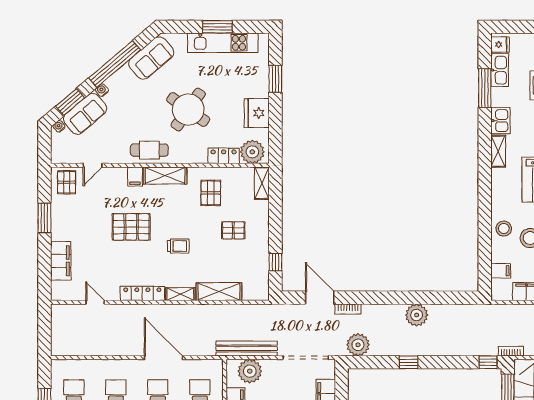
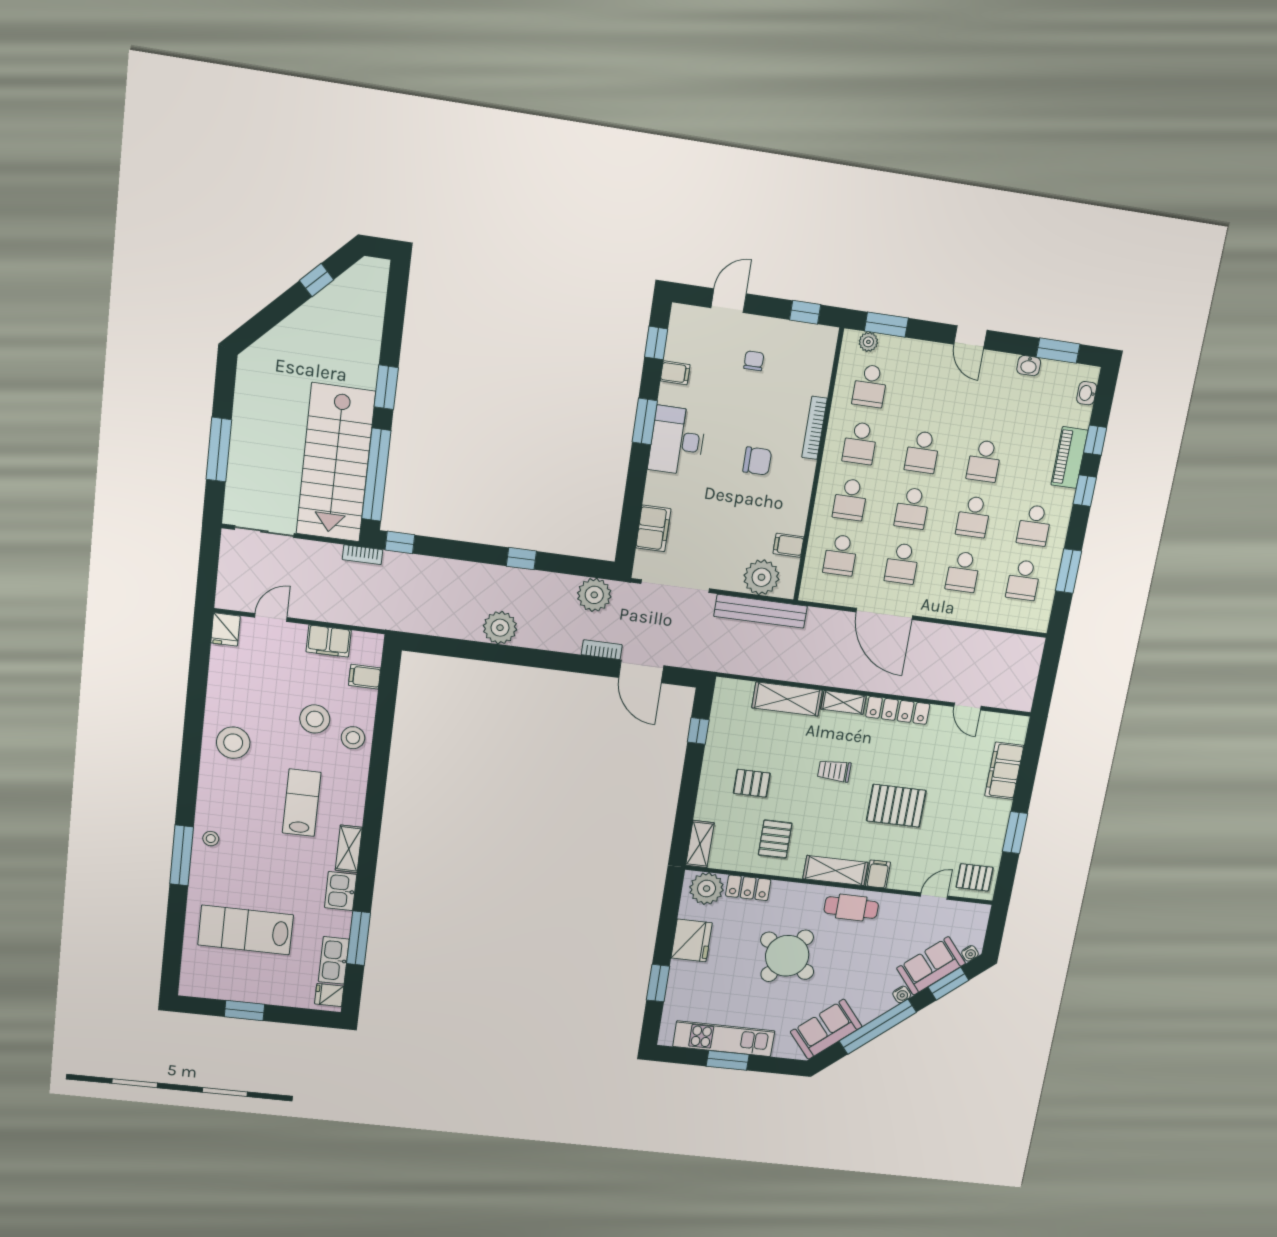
pallet: (67, 182) -> (975, 877), turned 90

